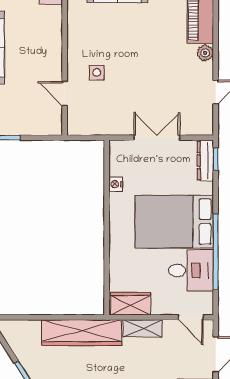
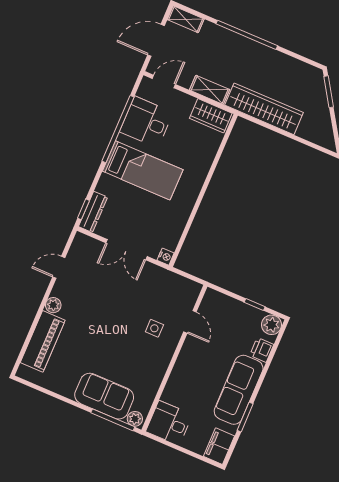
nightstand: (116, 184) -> (166, 257), moved
bed: (174, 222) -> (143, 170), width x0.67
door: (191, 317) -> (164, 82), hinge flipped

